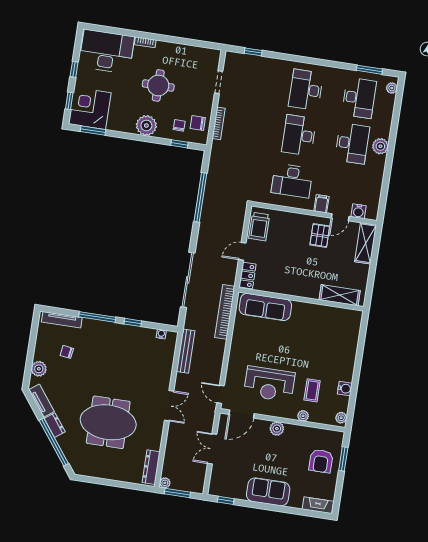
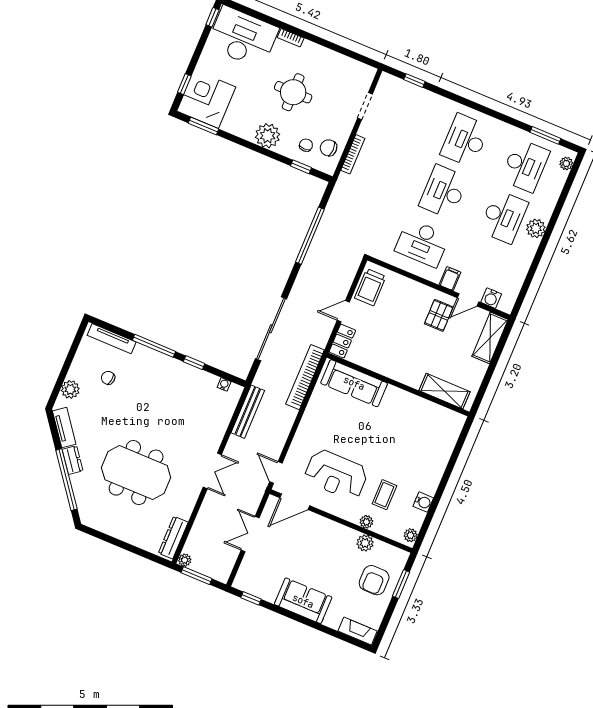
window: (74, 69) -> (212, 17), moved
plant: (277, 429) -> (365, 543), moved

